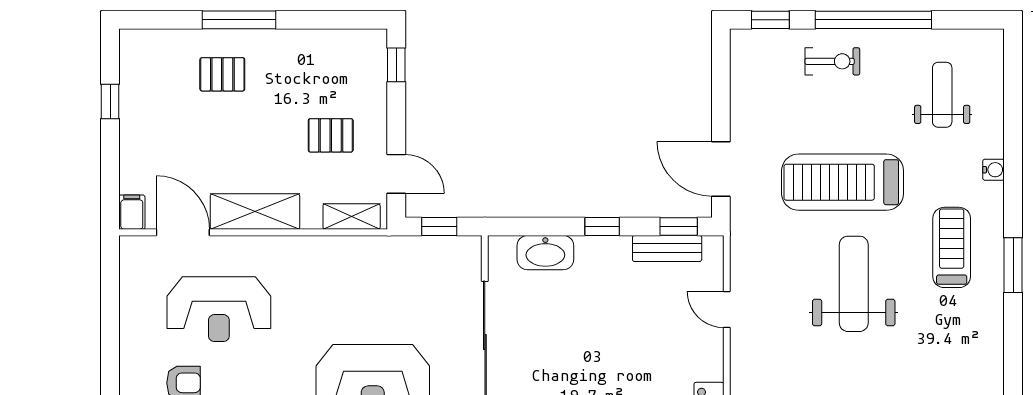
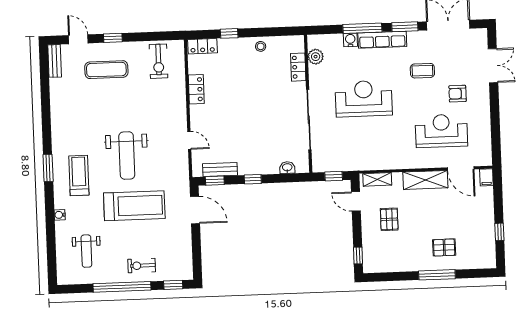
pallet: (331, 135) -> (389, 219), turned 90
treadmill: (952, 247) -> (79, 175), turned 180
washbasin: (545, 253) -> (287, 168), width x0.52, depth x0.69

